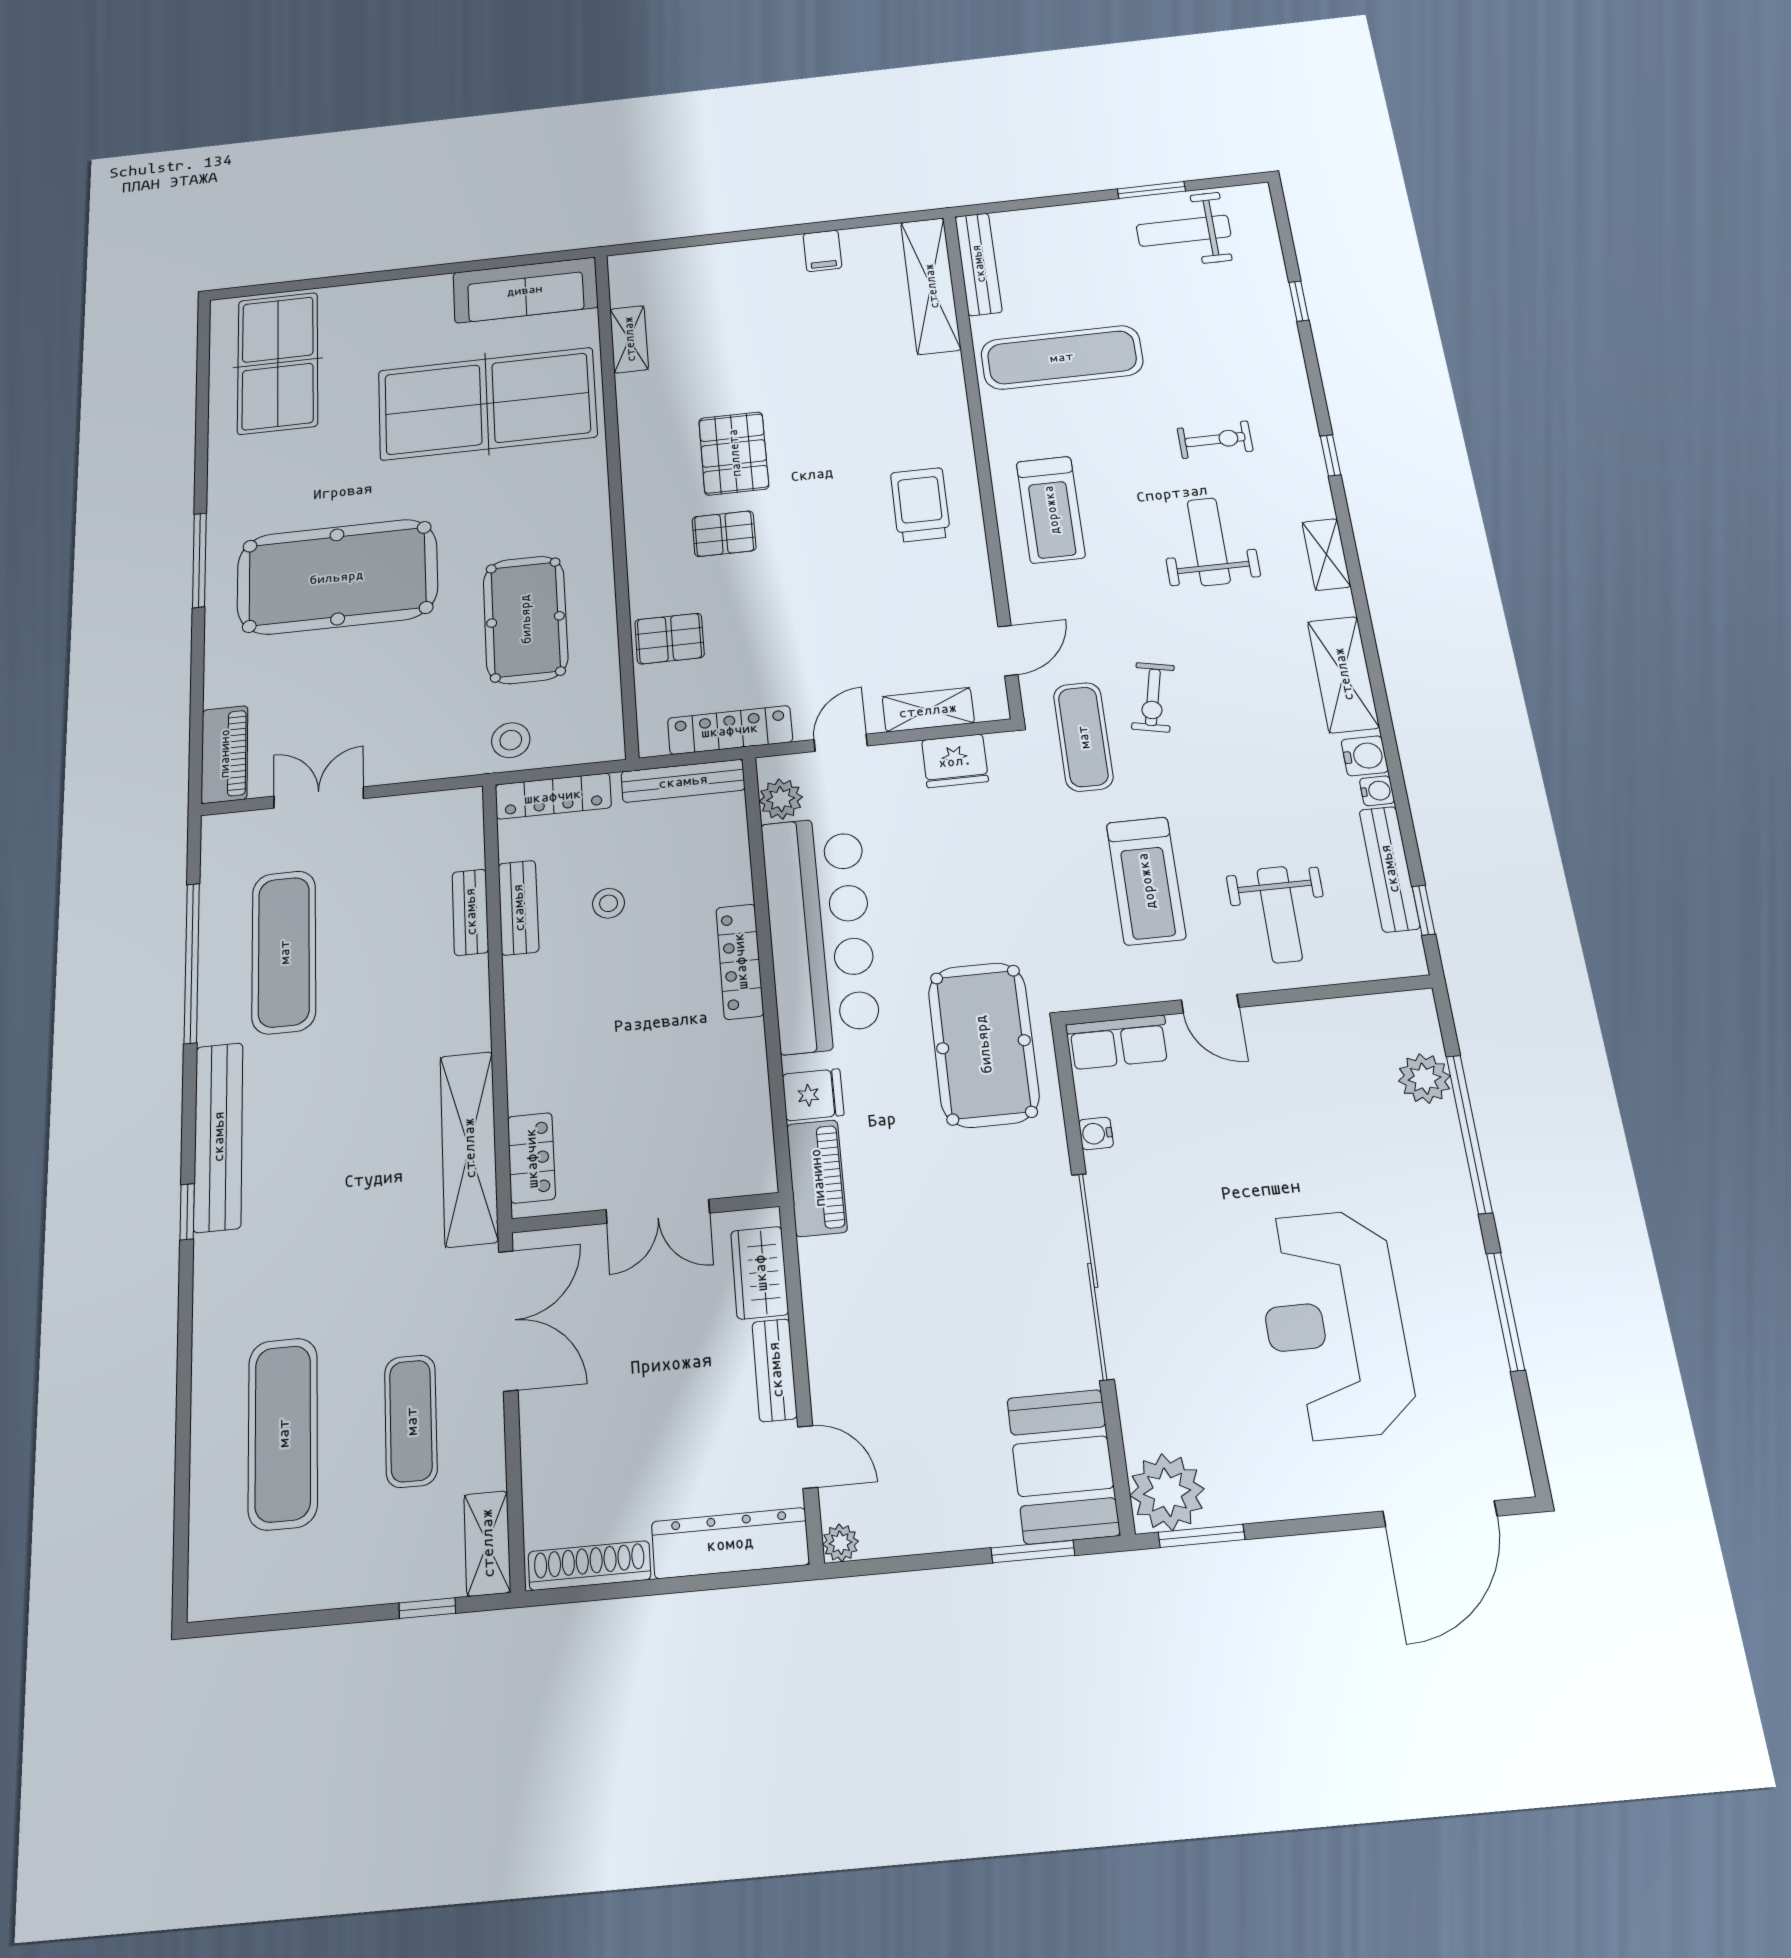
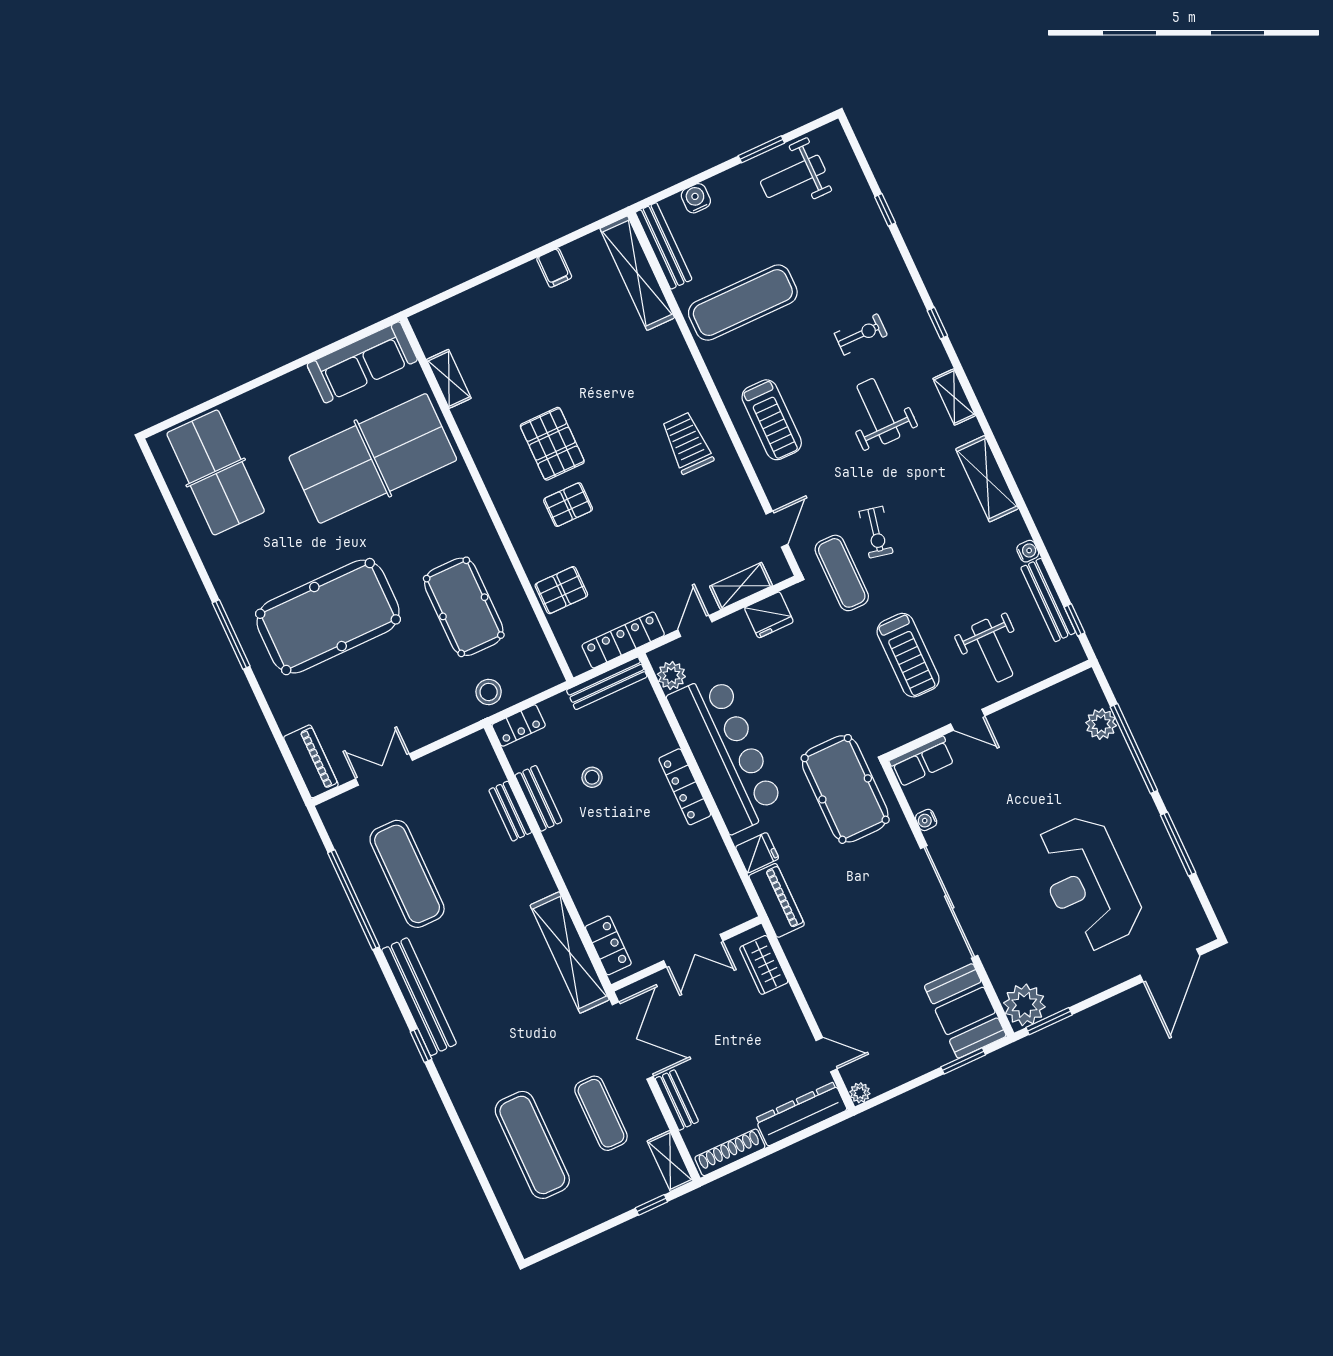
water cooler: (1365, 756) -> (696, 198), moved, turned -90
locker: (553, 796) -> (519, 725), width x0.66
bench: (775, 1370) -> (677, 1100), moved

